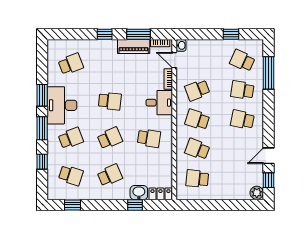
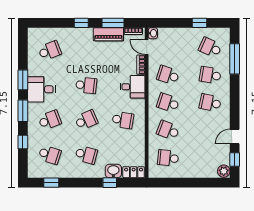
school desk: (197, 90) -> (168, 75), turned 39
desk: (62, 105) -> (41, 89), width x0.73
school desk: (110, 175) -> (86, 155), turned 39

